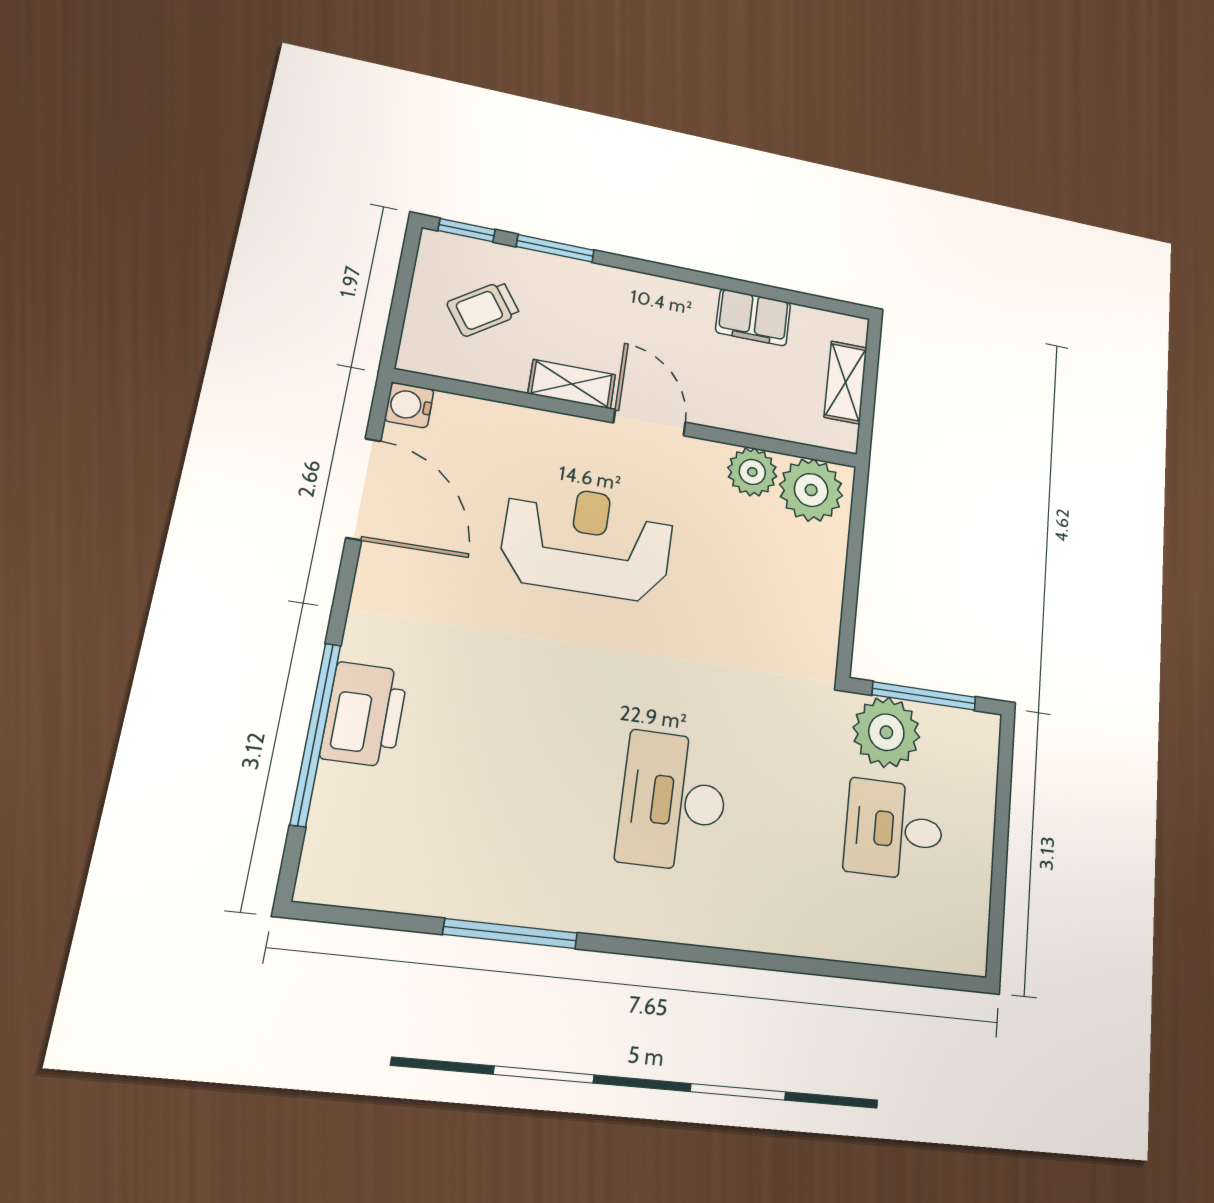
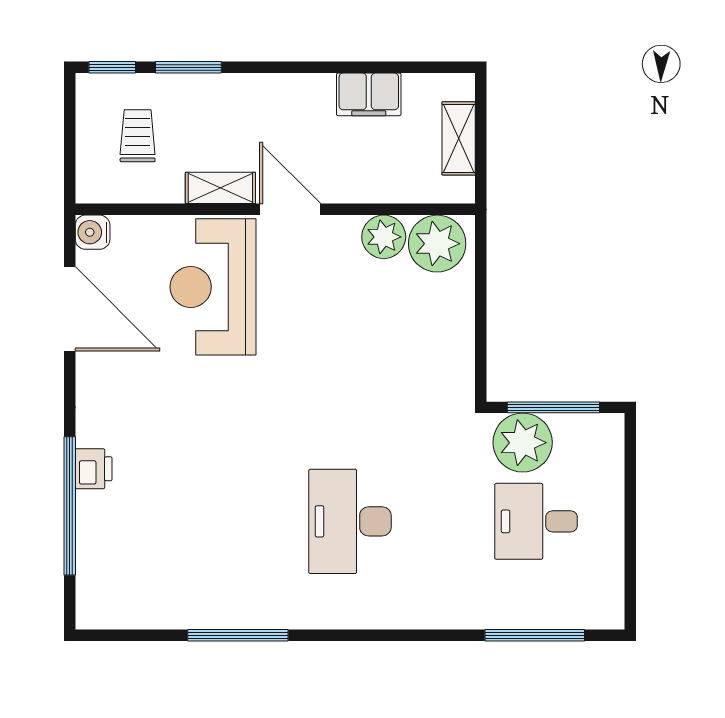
trolley: (483, 309) -> (138, 136), turned 125
reception desk: (587, 542) -> (213, 287), moved, turned -90
printer: (364, 714) -> (94, 469), width x0.53, depth x0.68
window: (881, 974) -> (535, 635), added

